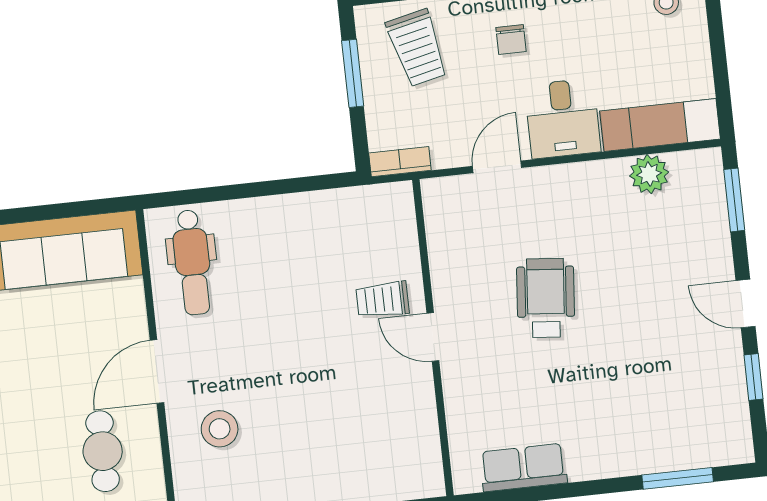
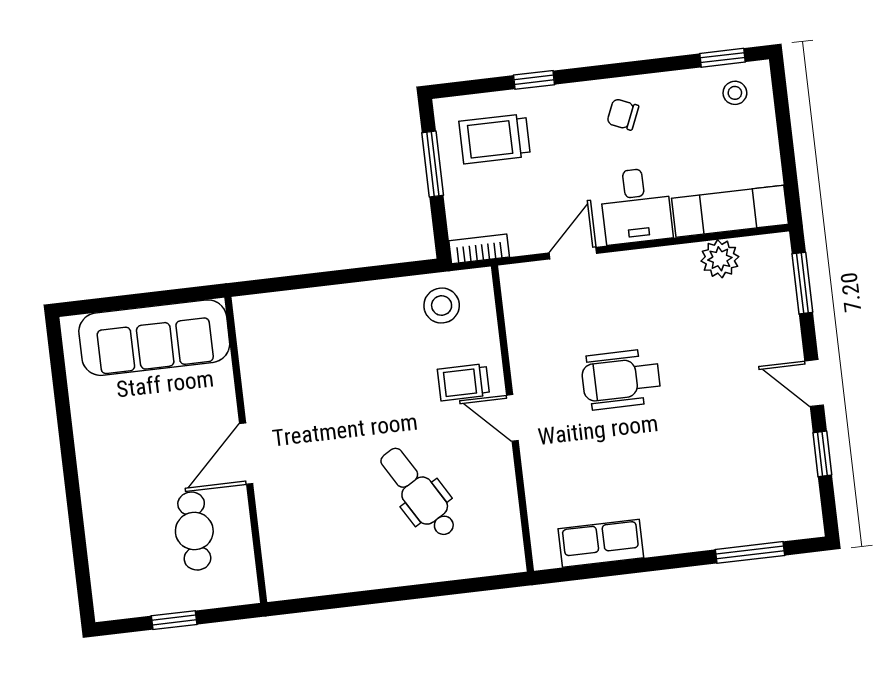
chair: (511, 39) -> (623, 114), moved, turned 113
trolley: (417, 48) -> (495, 139), turned 103
dental chair: (192, 262) -> (418, 493), moved, turned 149
wheelchair: (546, 298) -> (621, 379), turned -95
stool: (220, 429) -> (442, 306), moved

